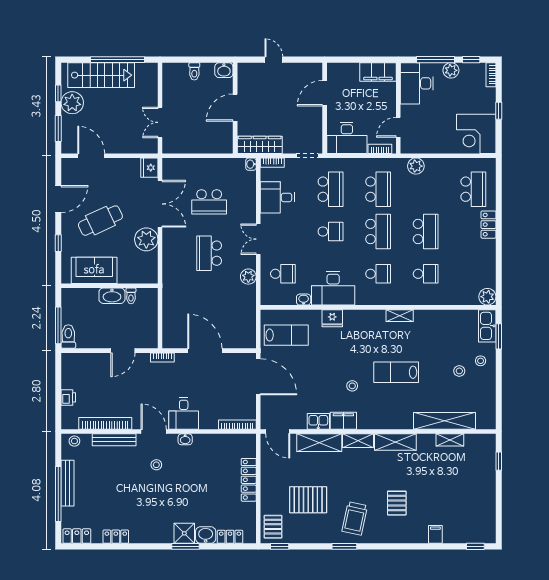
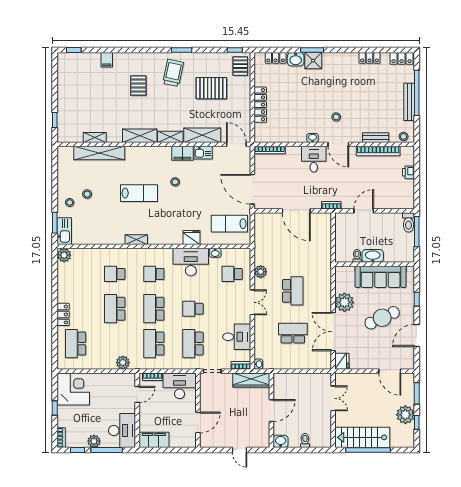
stairs: (101, 75) -> (362, 437), moved
sofa: (94, 270) -> (381, 277), width x1.36
bench: (114, 440) -> (376, 138), width x0.73

